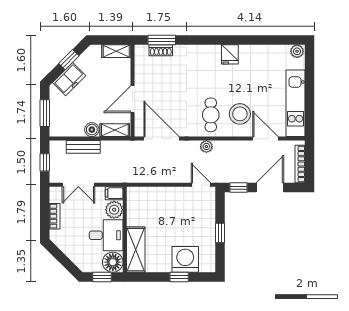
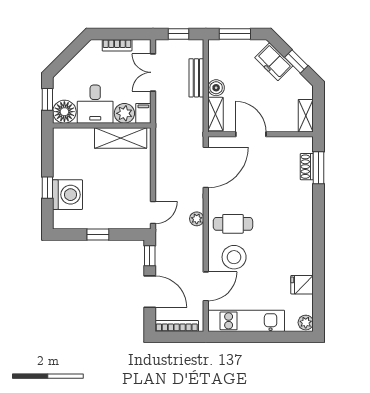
fridge: (230, 54) -> (302, 285), moved
shelving: (136, 250) -> (121, 138), moved

